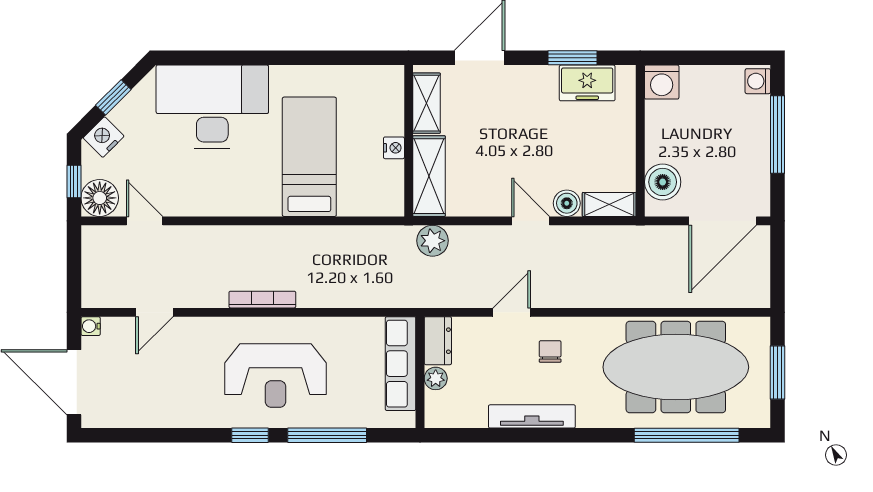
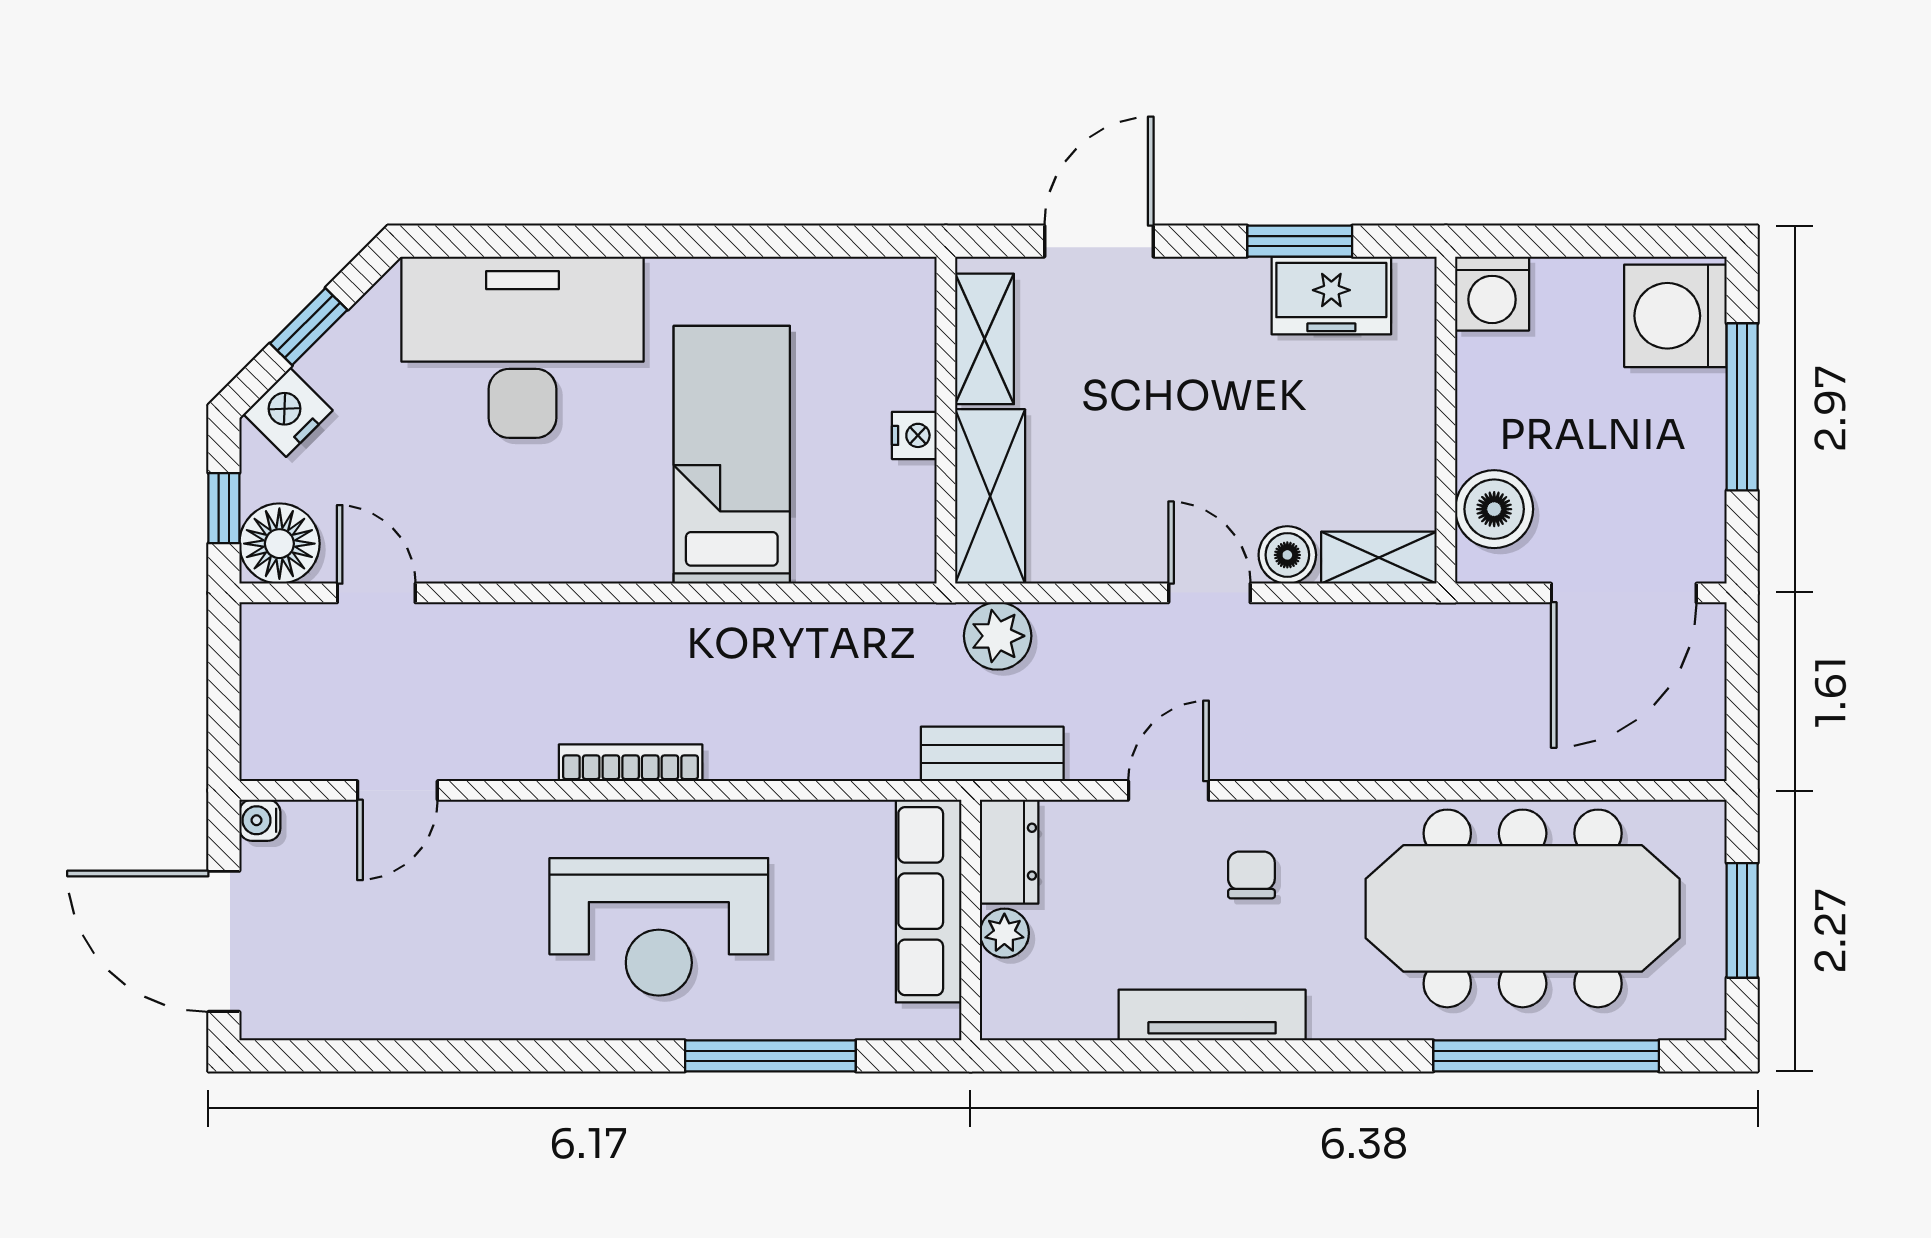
washing machine: (758, 81) -> (1675, 316), width x1.89, depth x1.89
bench: (430, 295) -> (992, 754), added
window: (250, 435) -> (604, 1056), removed

